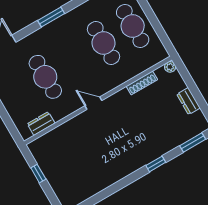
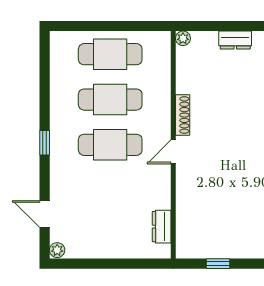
window: (51, 17) -> (45, 143), width x0.67
cafe table: (45, 77) -> (110, 145), moved
shoe rack: (142, 83) -> (183, 115), moved

